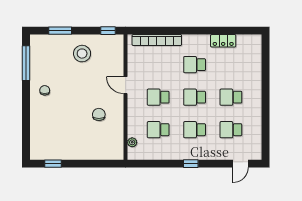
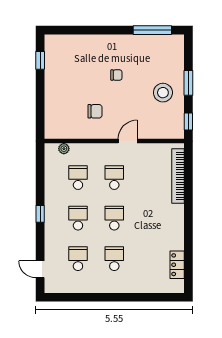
window: (60, 31) -> (188, 83), moved
locker: (223, 41) -> (177, 265), moved
school desk: (195, 65) -> (151, 218), removed
chair: (45, 90) -> (116, 75), moved

